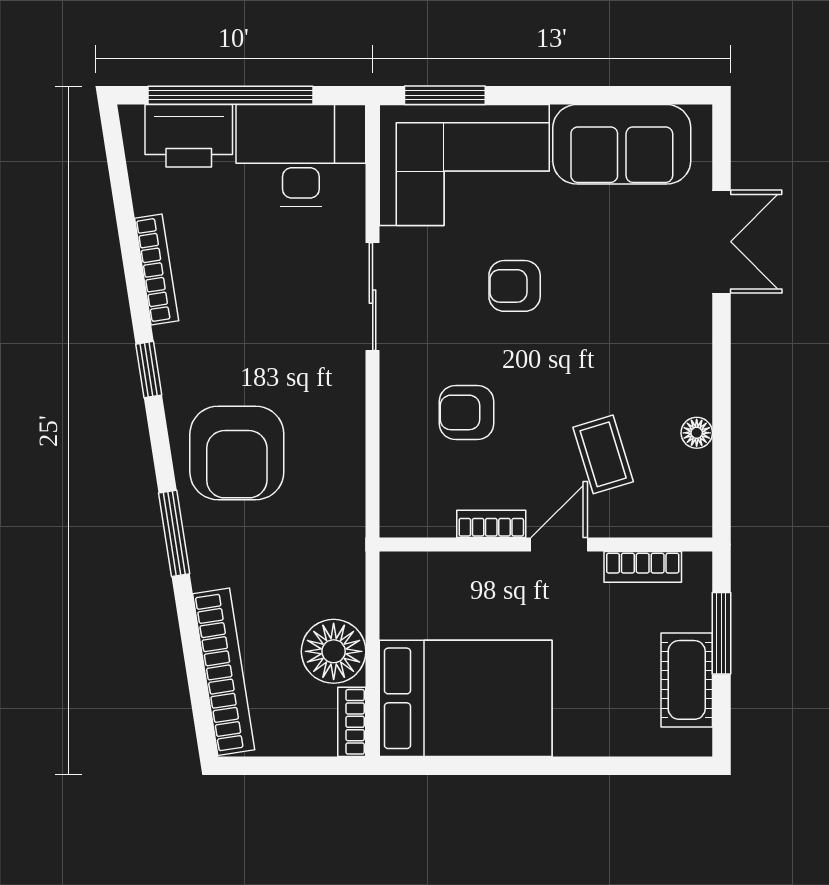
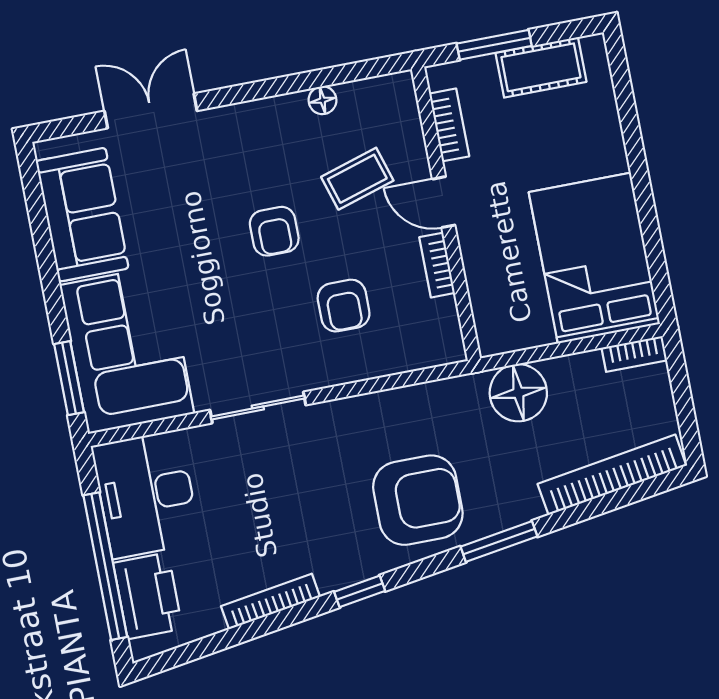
armchair: (515, 286) -> (274, 231), moved
floor lamp: (334, 651) -> (518, 393), moved

